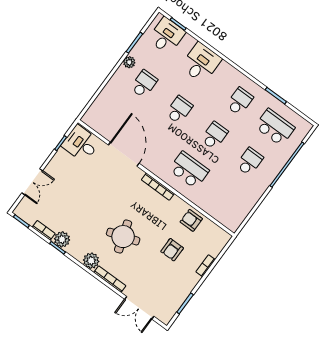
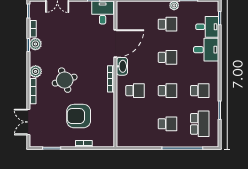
desk: (167, 36) -> (207, 27), moved
washbasin: (153, 165) -> (122, 66), added
school desk: (189, 170) -> (135, 91), width x0.54
armchair: (191, 220) -> (105, 115), removed
armchair: (172, 250) -> (79, 116), width x1.88, depth x1.88

